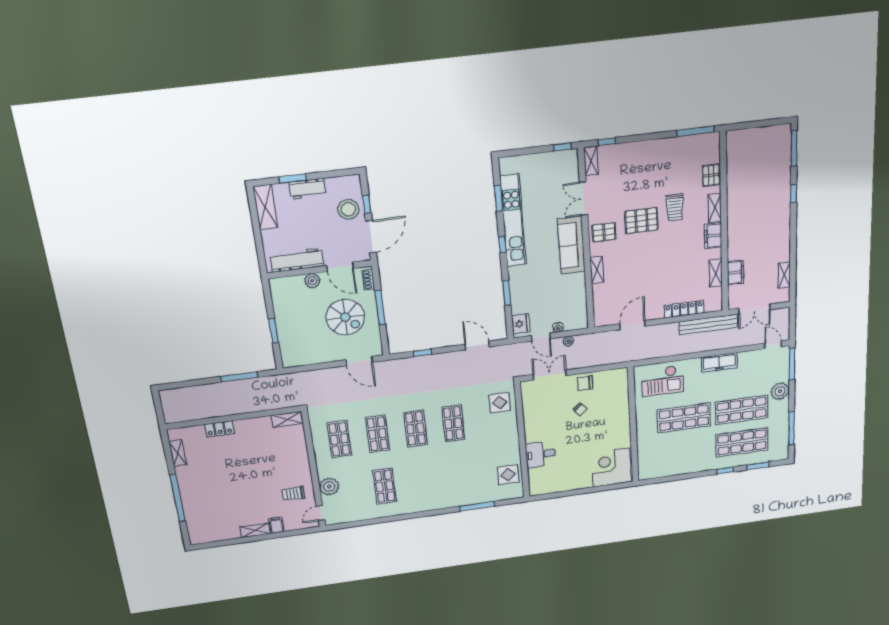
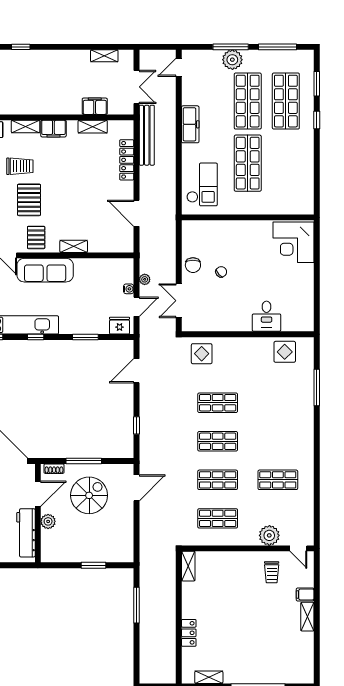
window: (792, 364) -> (231, 47), moved

